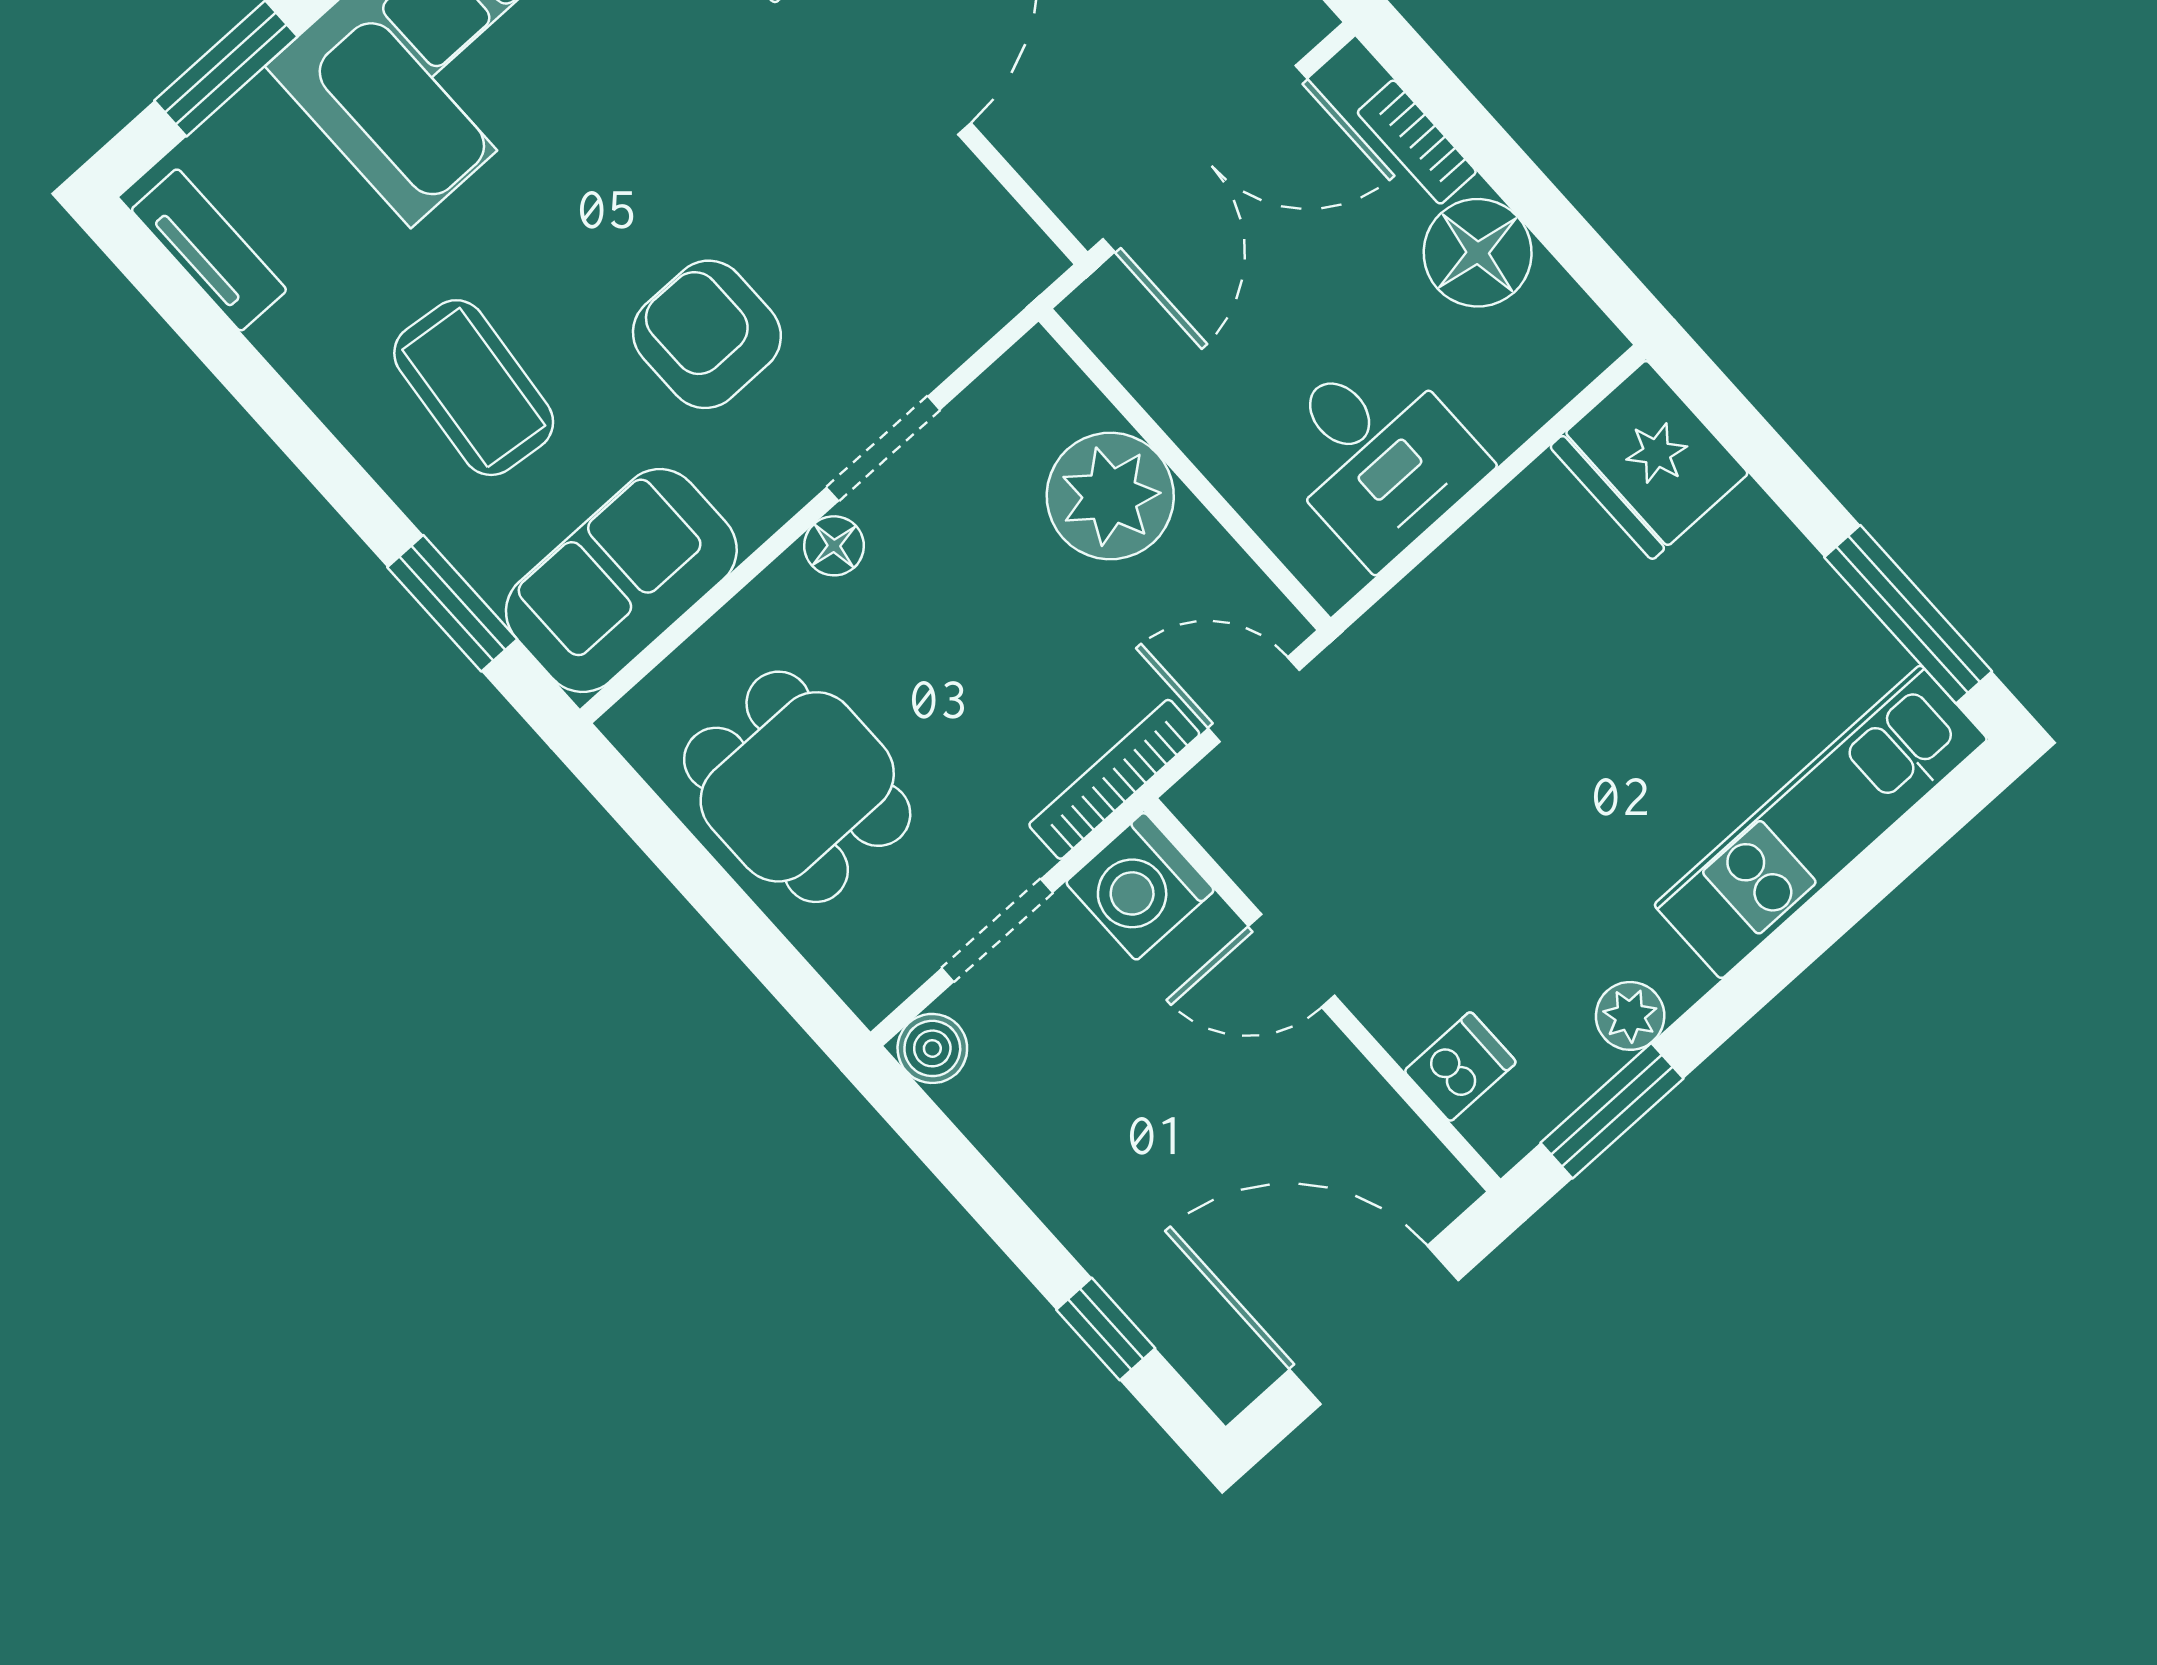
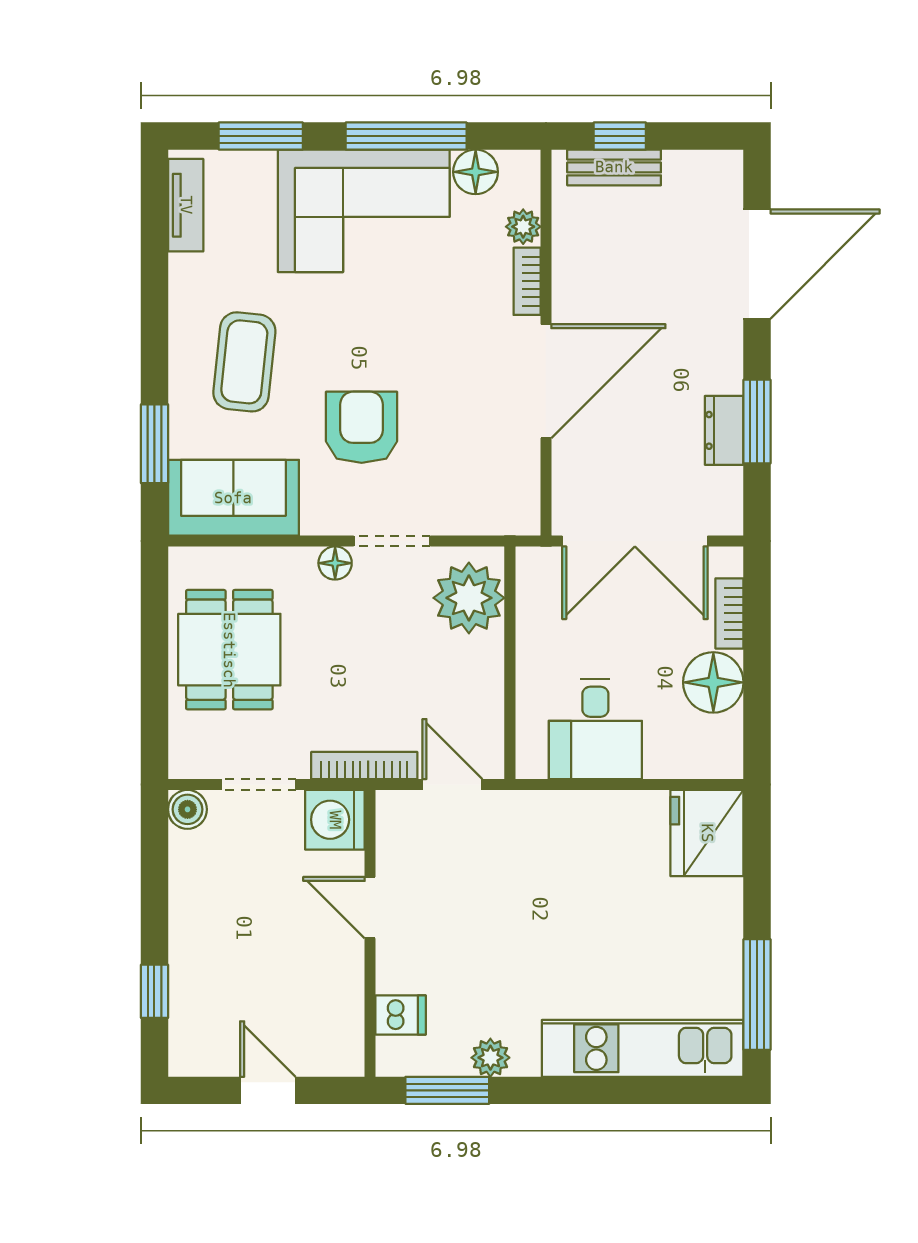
plant: (1110, 496) -> (469, 598), moved
door: (1374, 1325) -> (268, 1090), width x0.53

